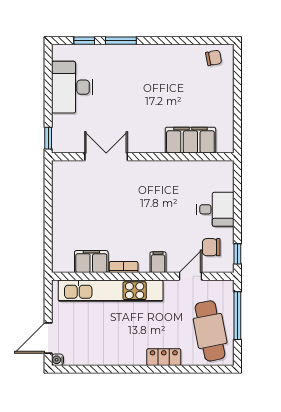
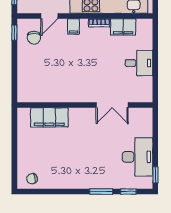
window: (48, 138) -> (155, 175), moved
desk: (215, 209) -> (139, 63), moved, turned 180
chair: (211, 247) -> (34, 38), turned 90

